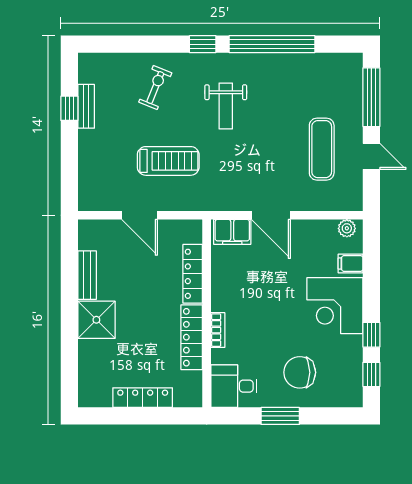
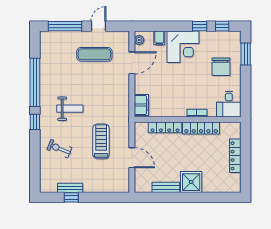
door: (139, 215) -> (132, 158), hinge flipped
door: (271, 215) -> (132, 63), moved
window: (280, 416) -> (246, 54), moved

